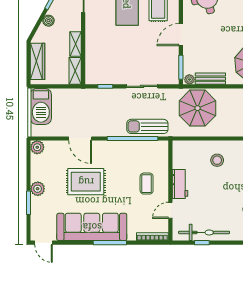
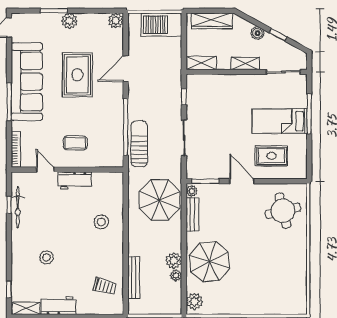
shelving: (76, 44) -> (245, 63), moved
bicycle: (204, 232) -> (18, 207), width x0.73, depth x0.71

